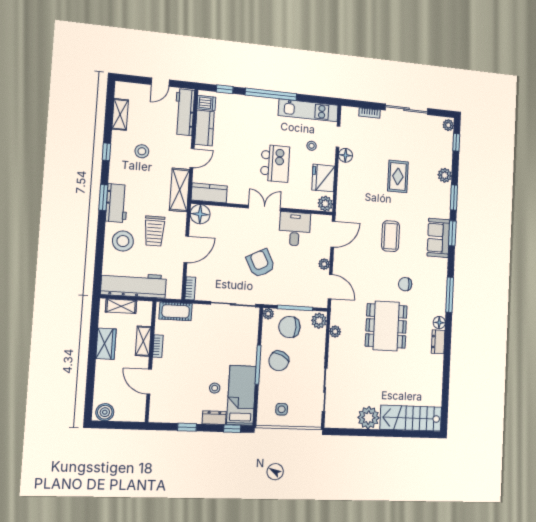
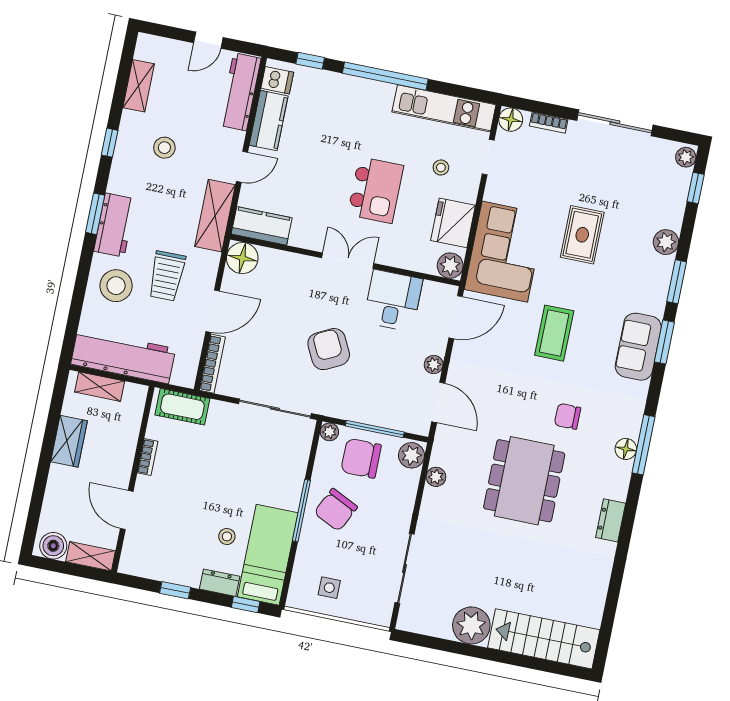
floor lamp: (346, 155) -> (511, 120), moved
corner sofa: (356, 192) -> (505, 252), added
bookcase: (190, 288) -> (212, 364), width x1.56
floor lamp: (439, 323) -> (626, 449), moved
shelving: (143, 341) -> (91, 556), moved, turned 90

